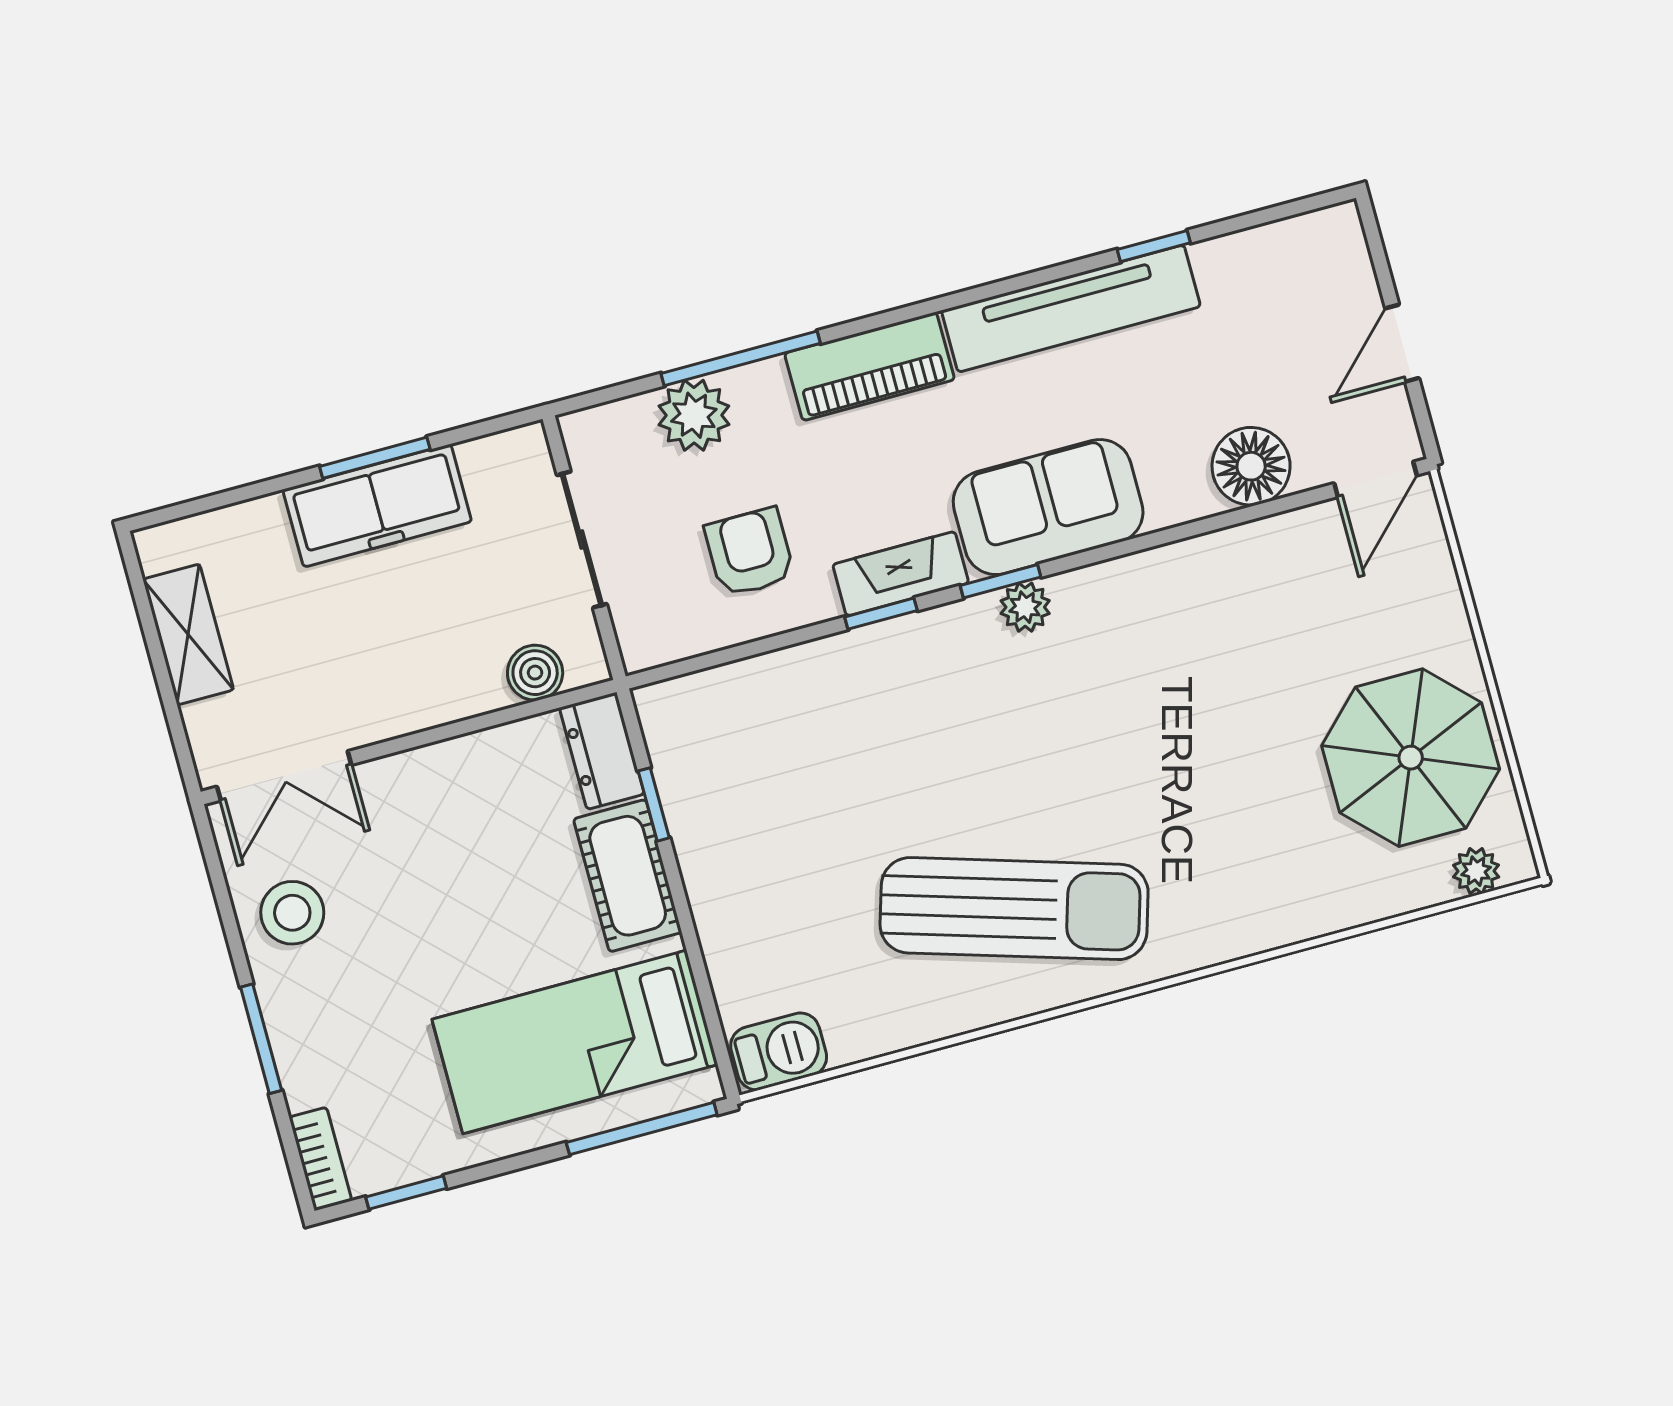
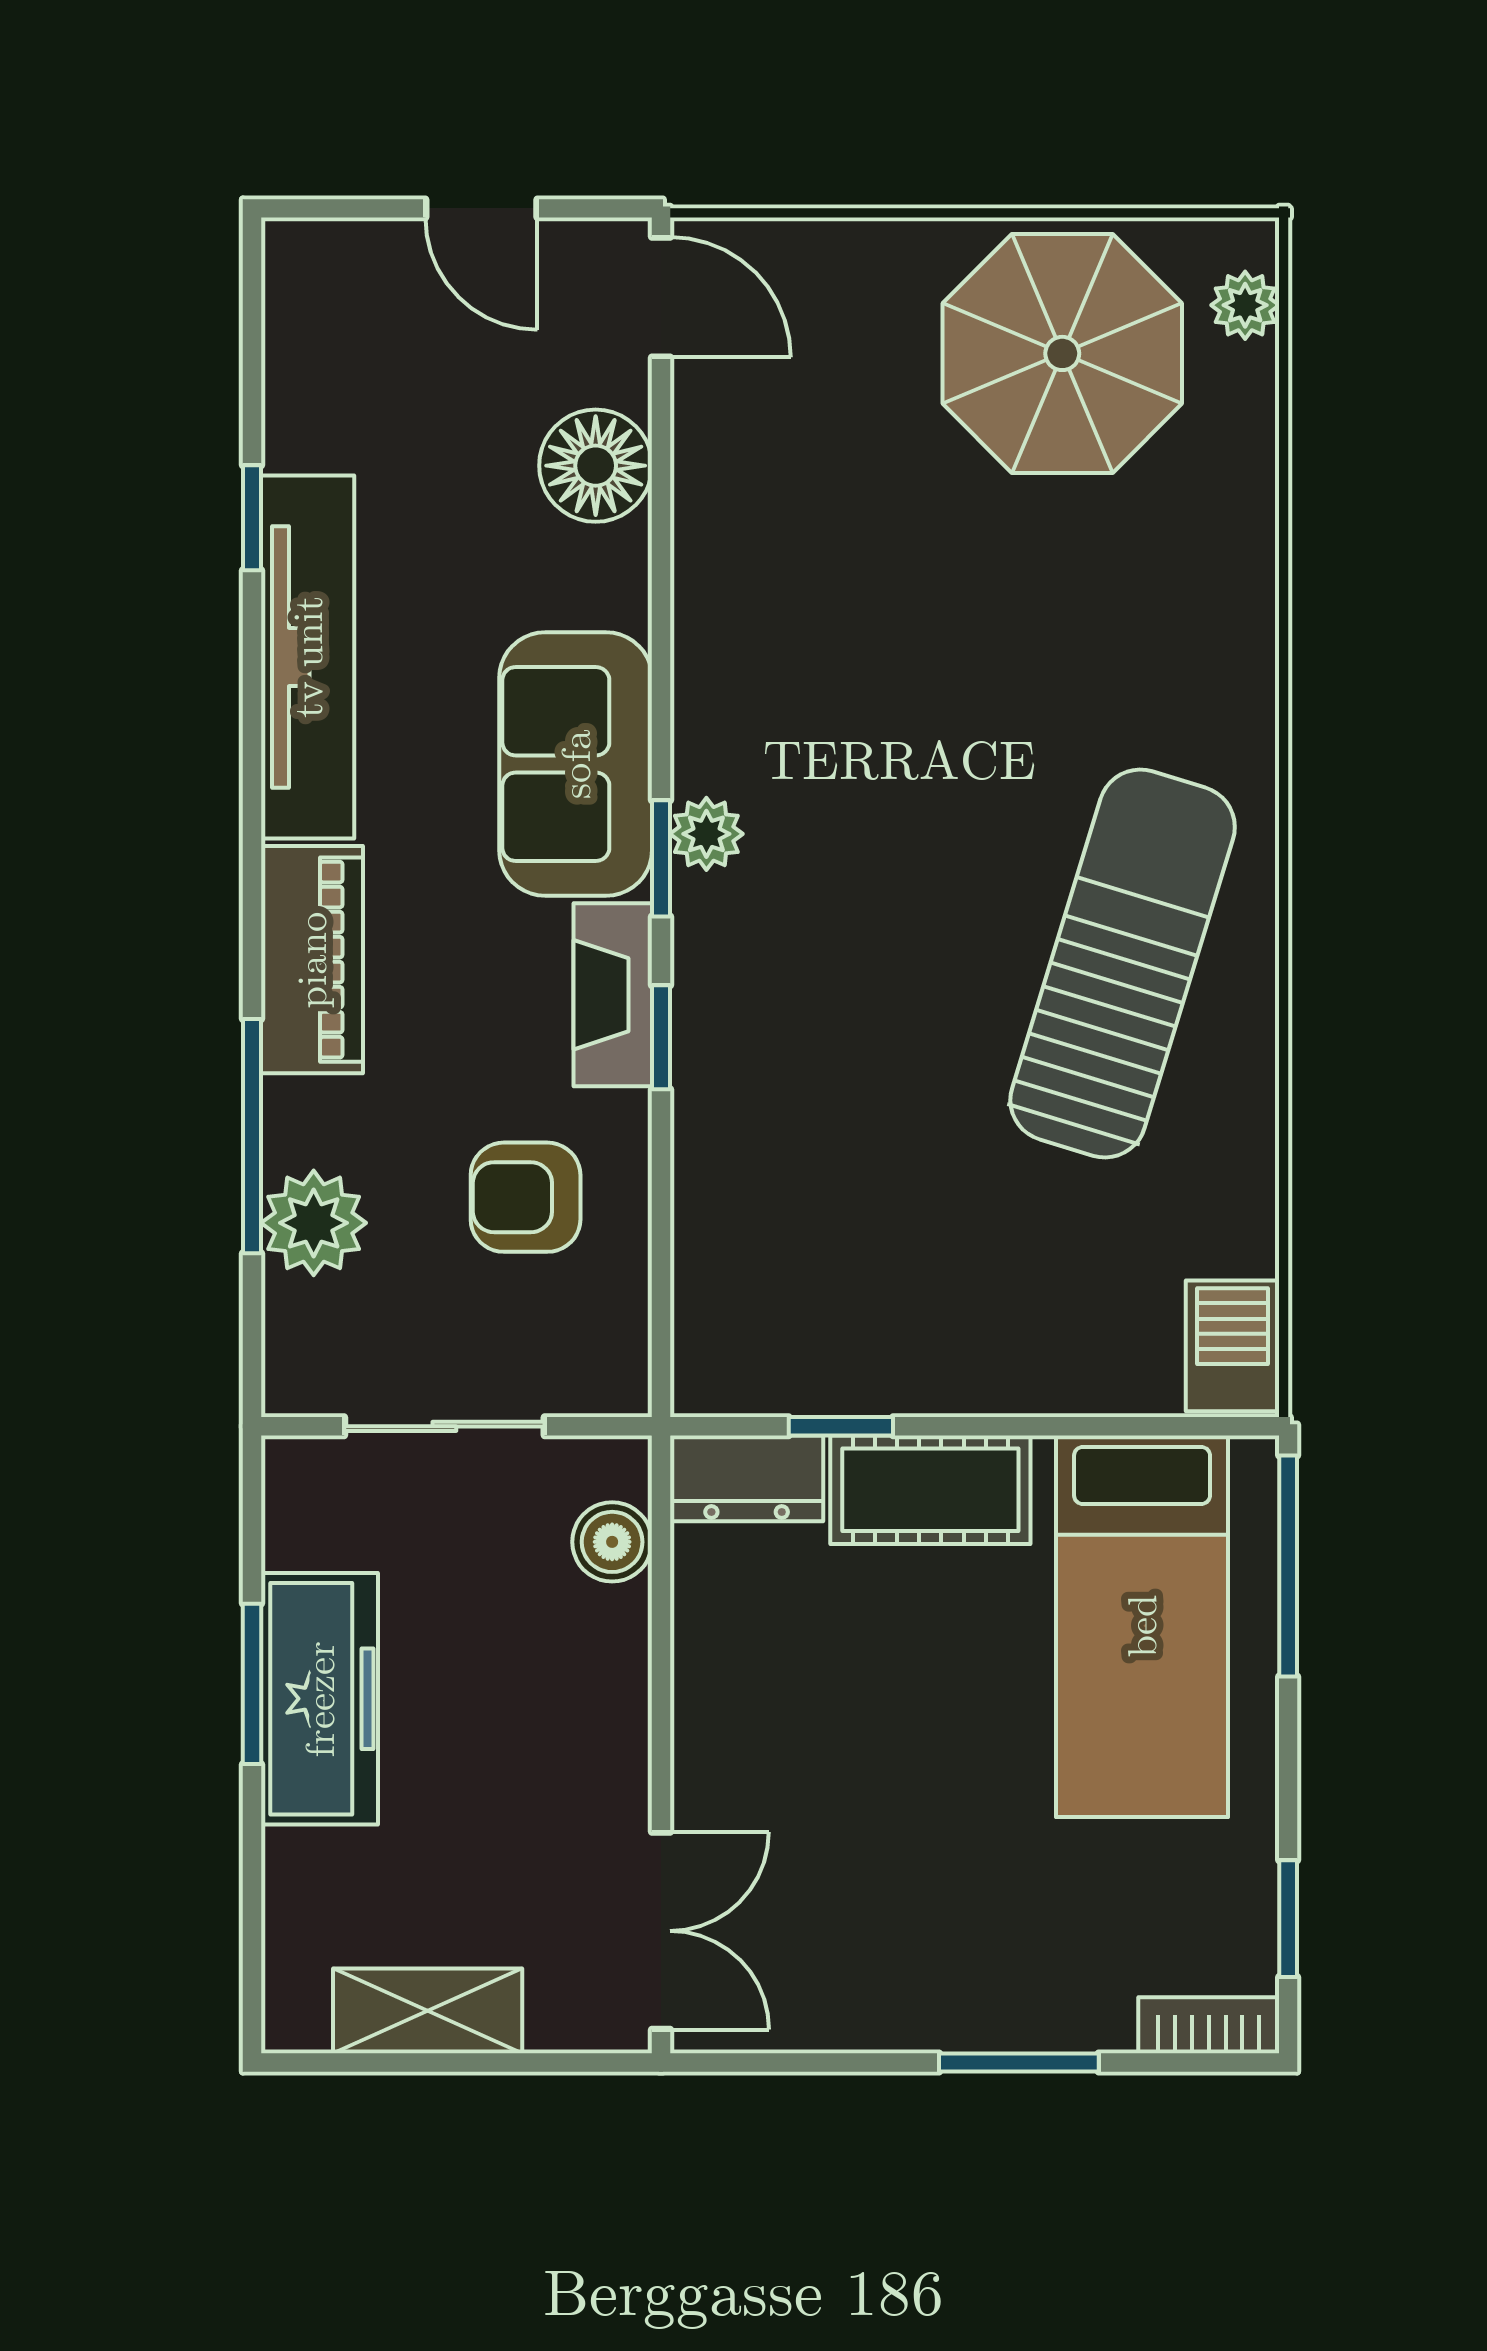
stool: (292, 913) -> (855, 1971), removed

